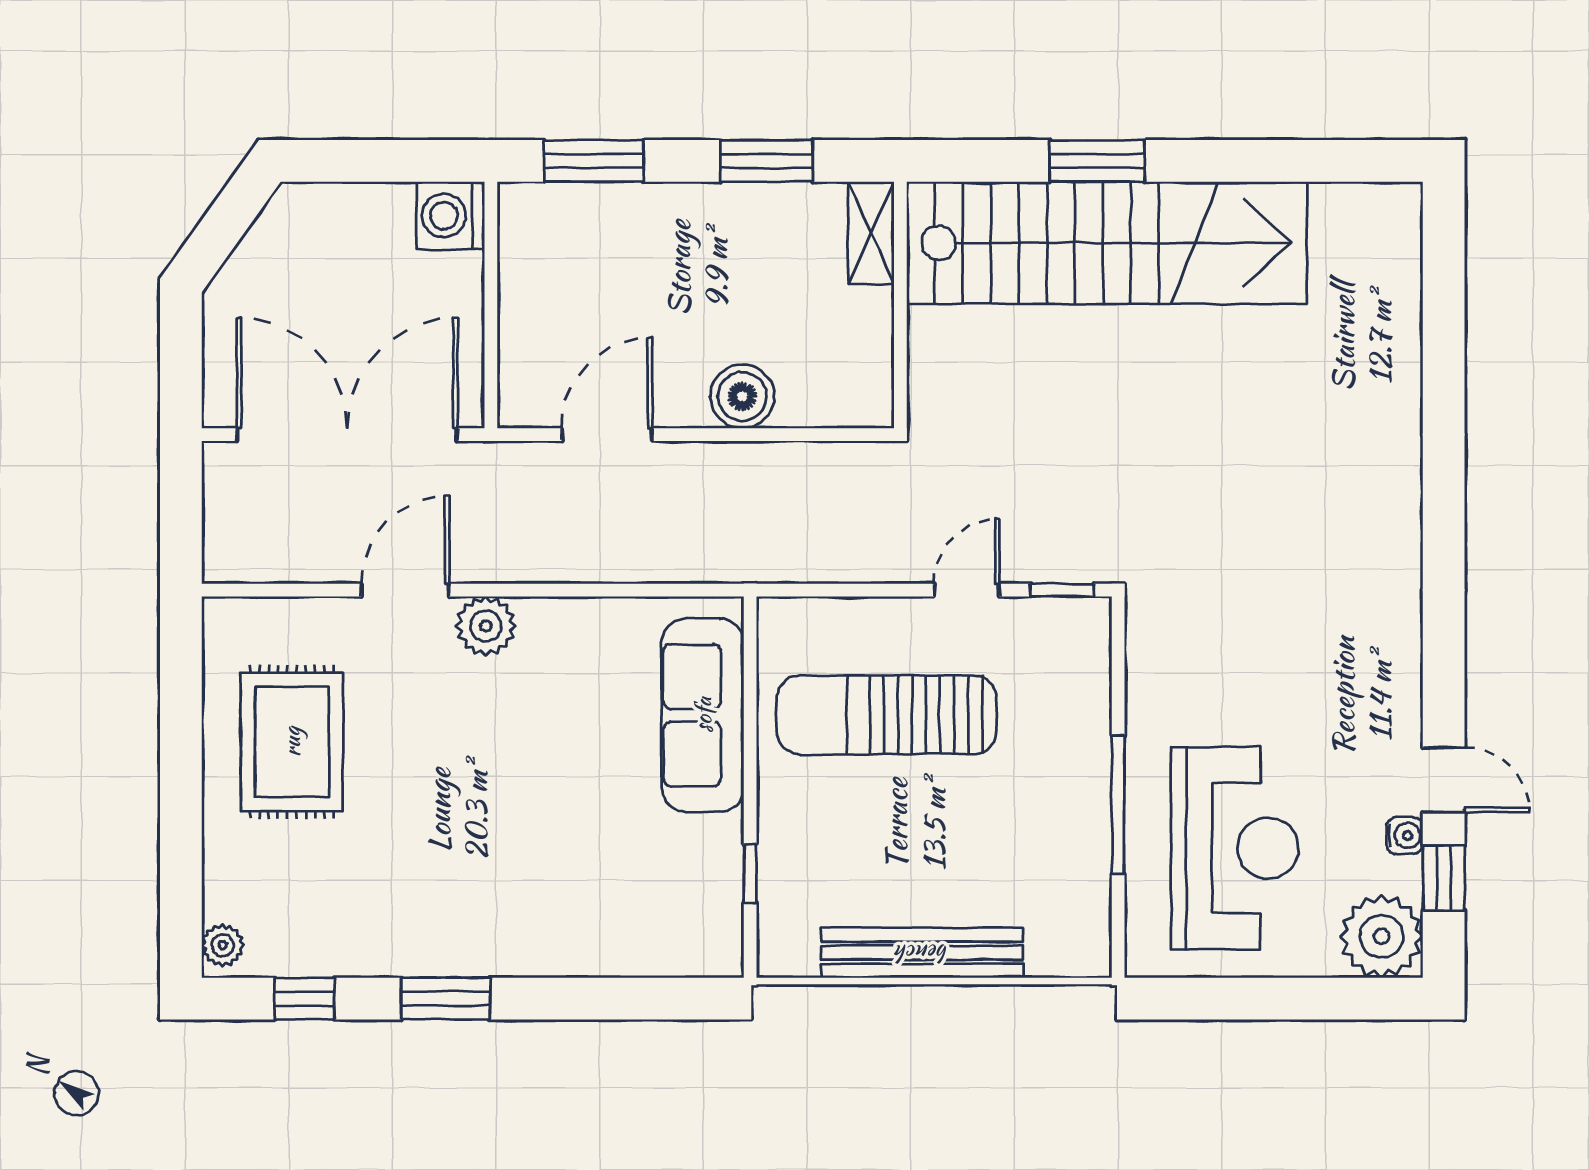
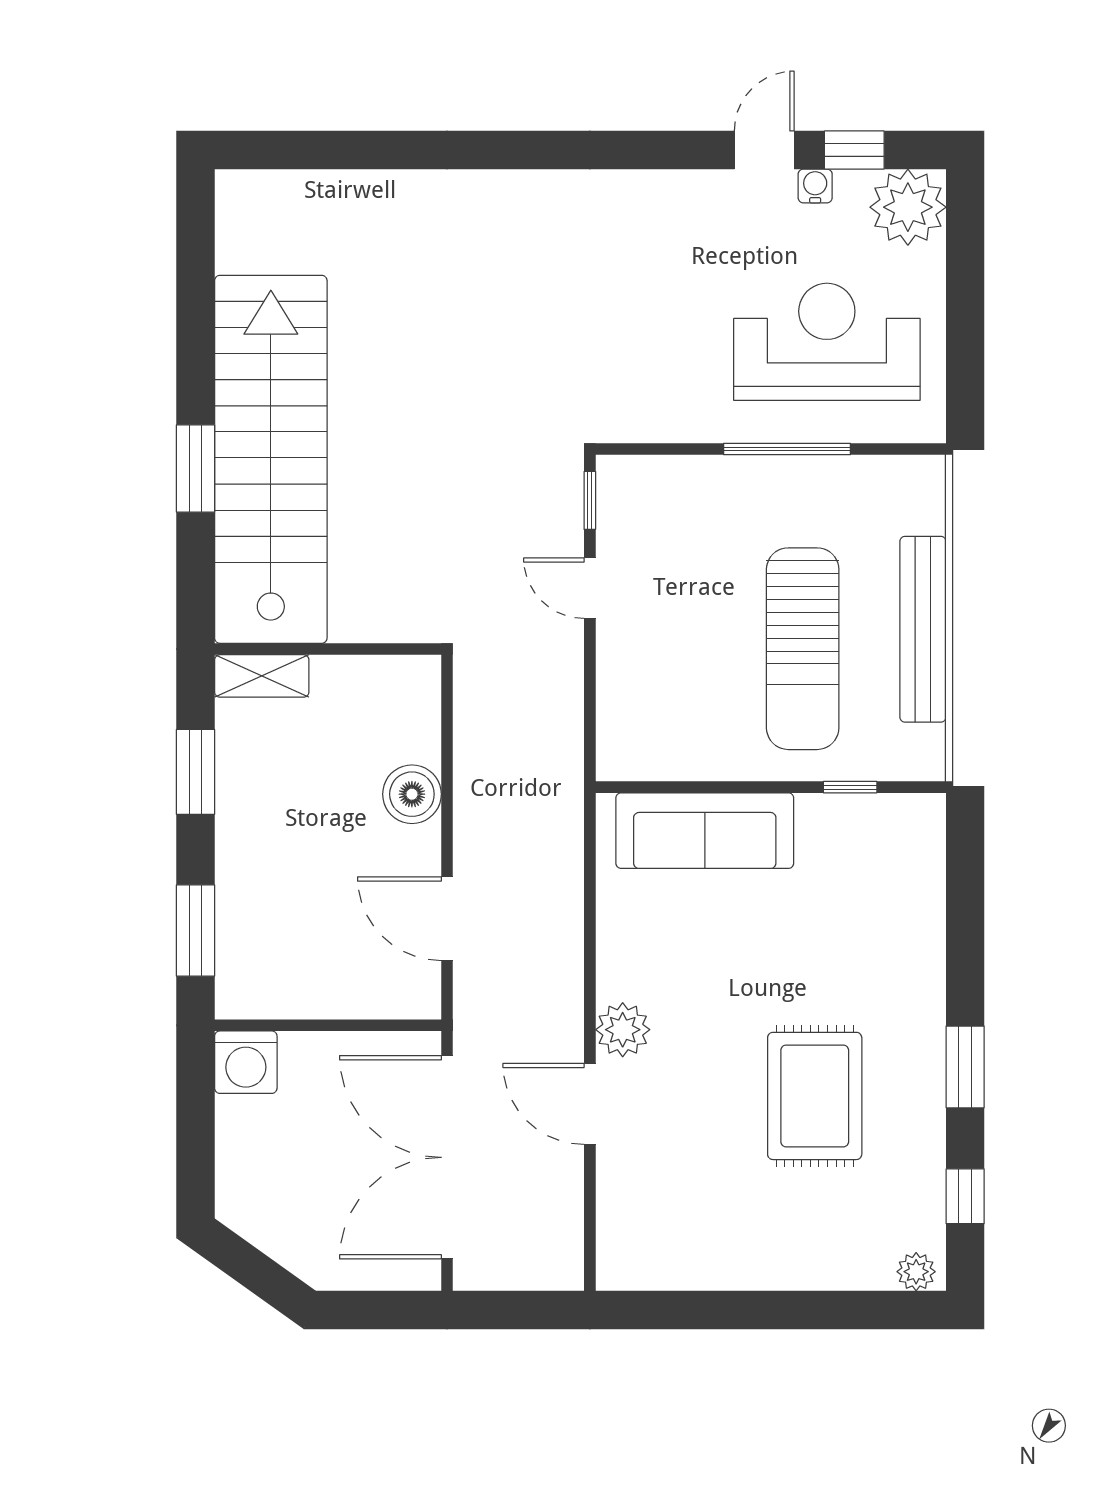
sun lounger: (887, 715) -> (803, 649), moved
rug: (292, 742) -> (815, 1096), moved, turned 90

